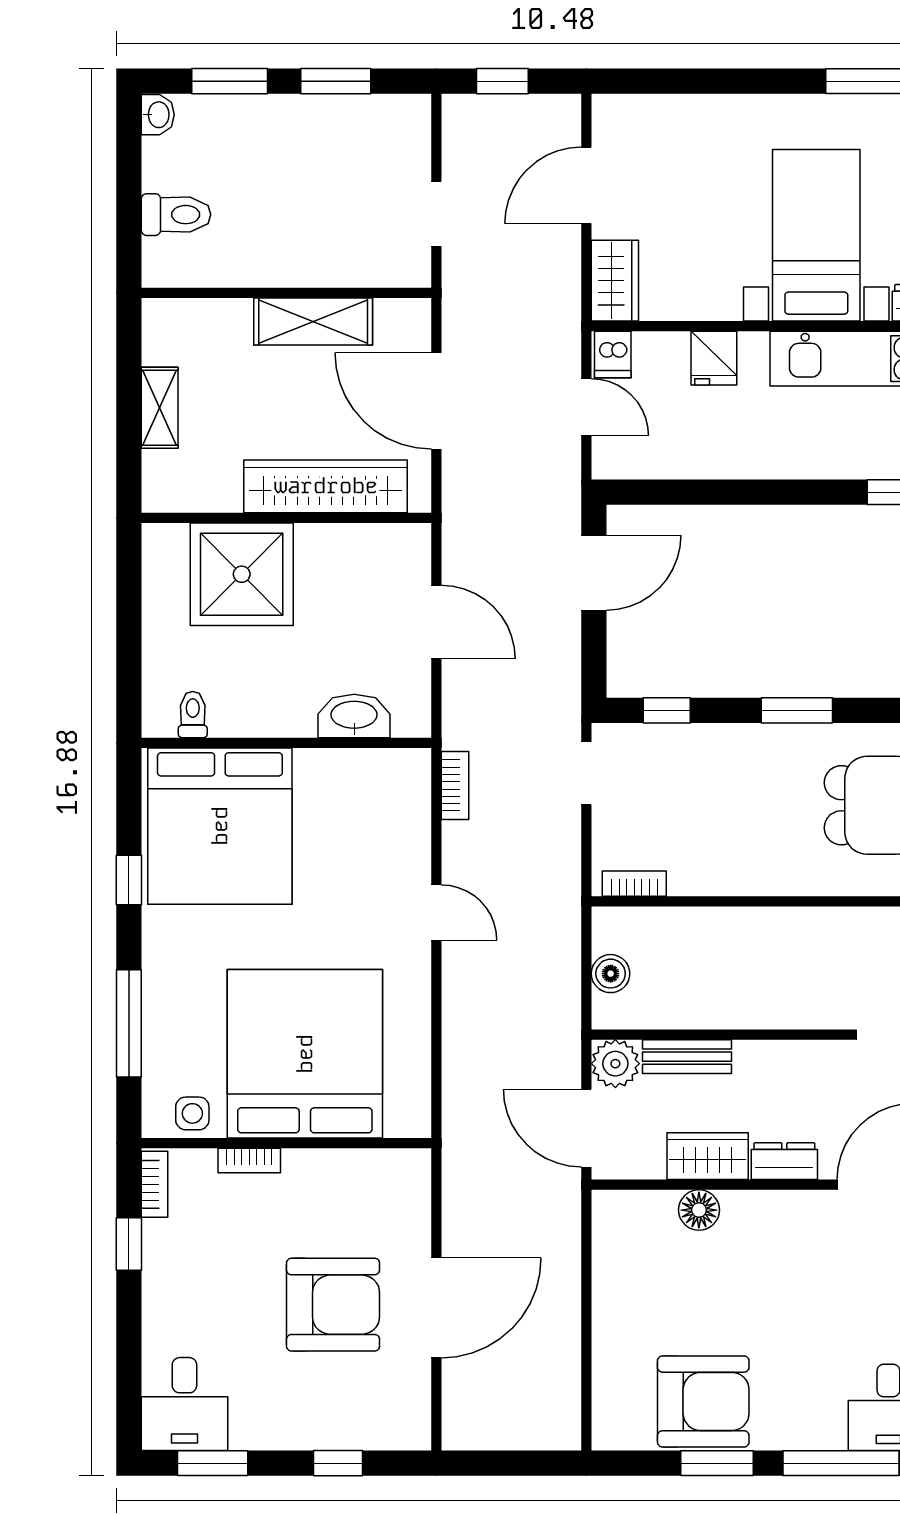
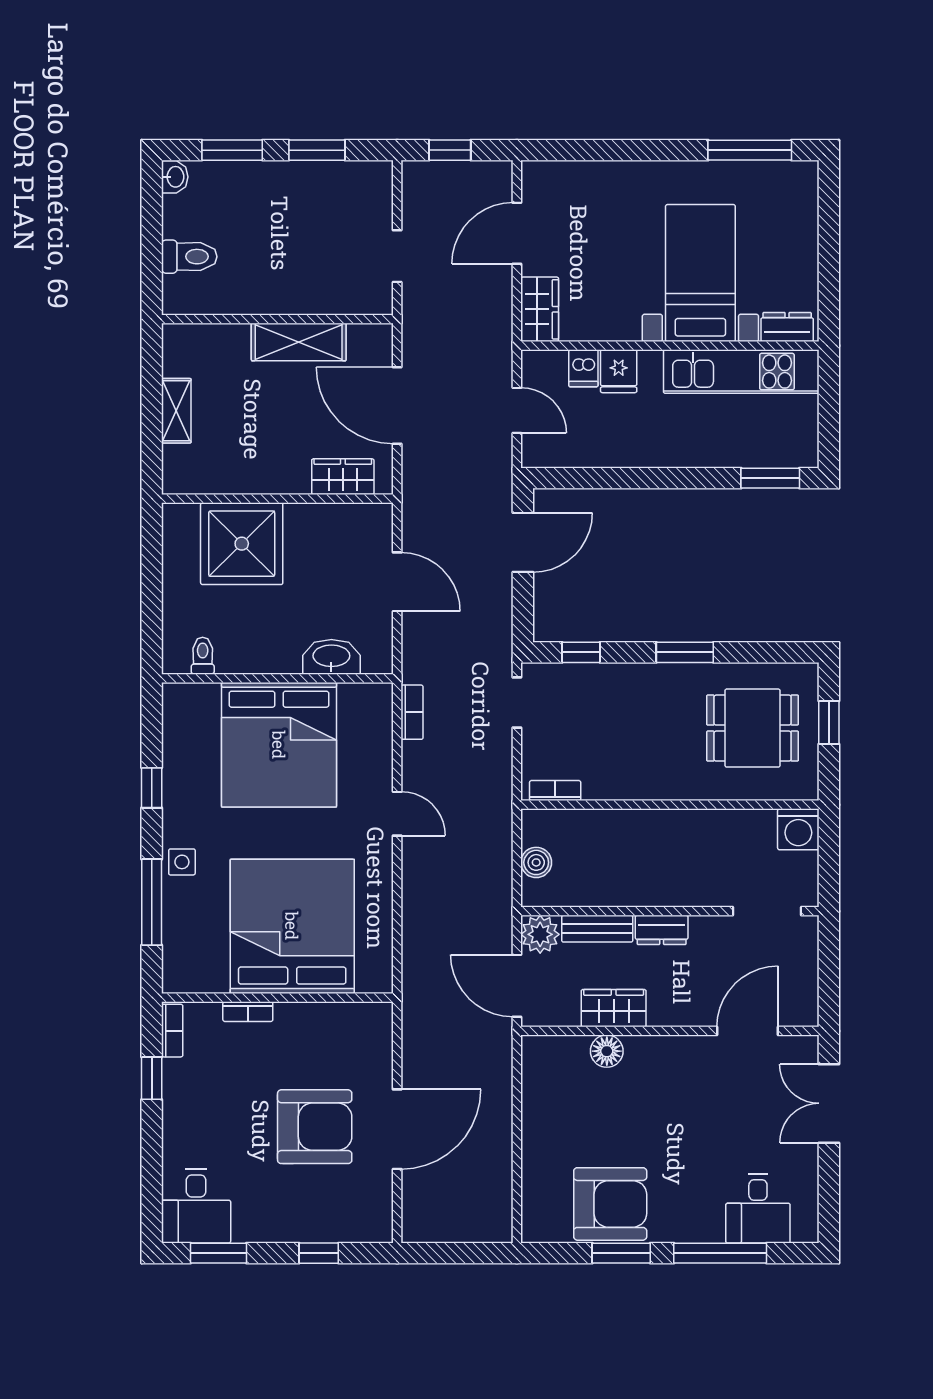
dishwasher: (613, 355) -> (583, 368), moved
wardrobe: (326, 486) -> (343, 477), width x0.48, depth x0.85
bed: (220, 826) -> (279, 745), moved
side table: (192, 1113) -> (182, 862), moved
dresser: (784, 1161) -> (662, 930), moved, turned 180

